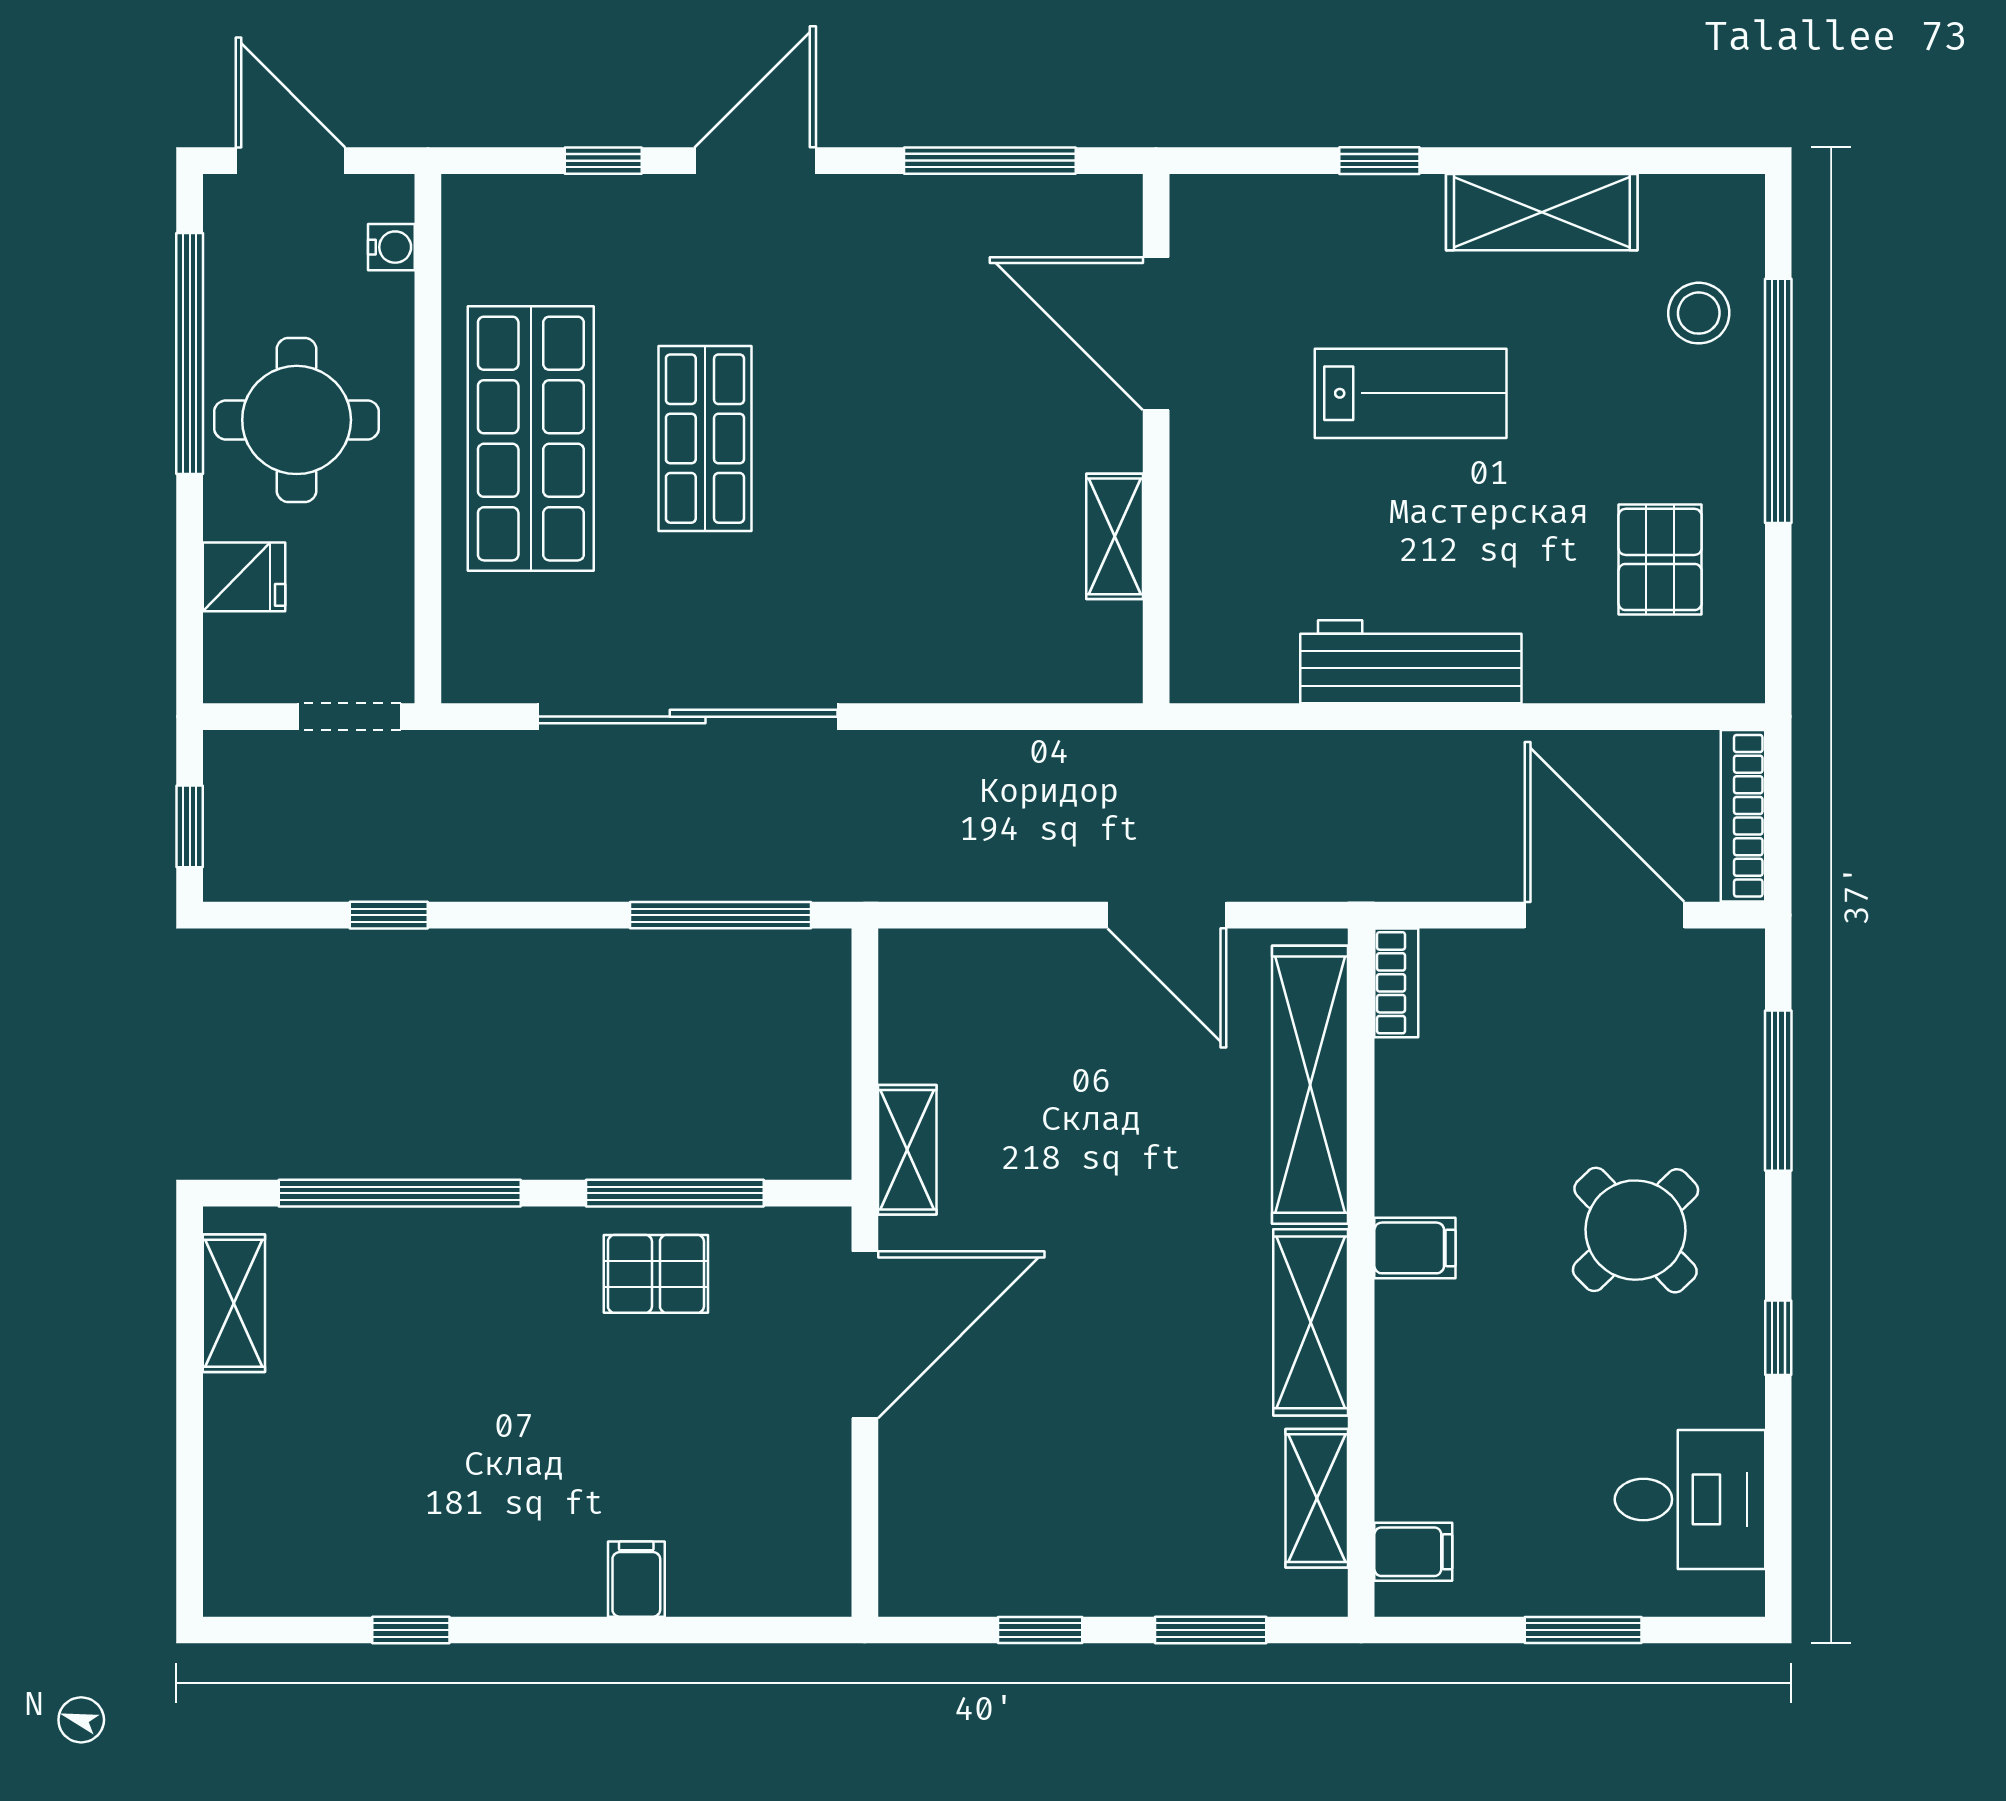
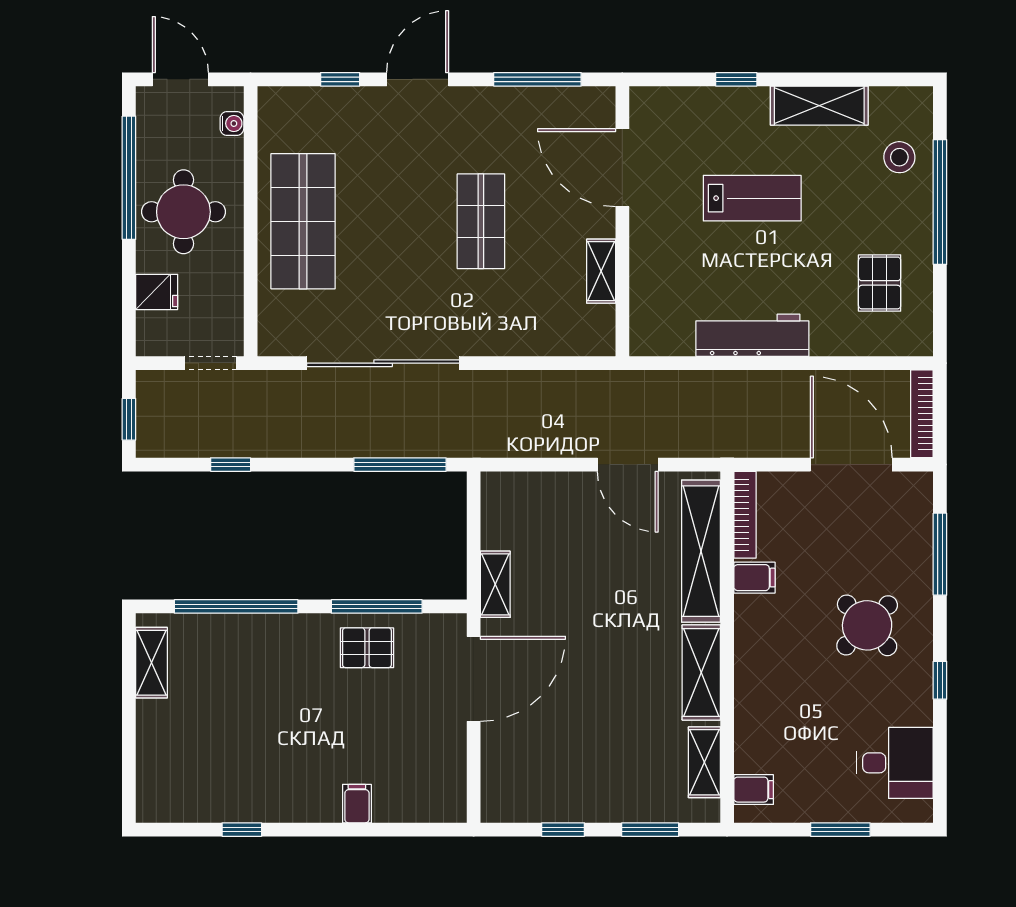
shop shelf: (705, 439) -> (481, 221), moved
bookcase: (1396, 983) -> (745, 515), width x1.56
filing cabinet: (1415, 1248) -> (754, 578), moved

